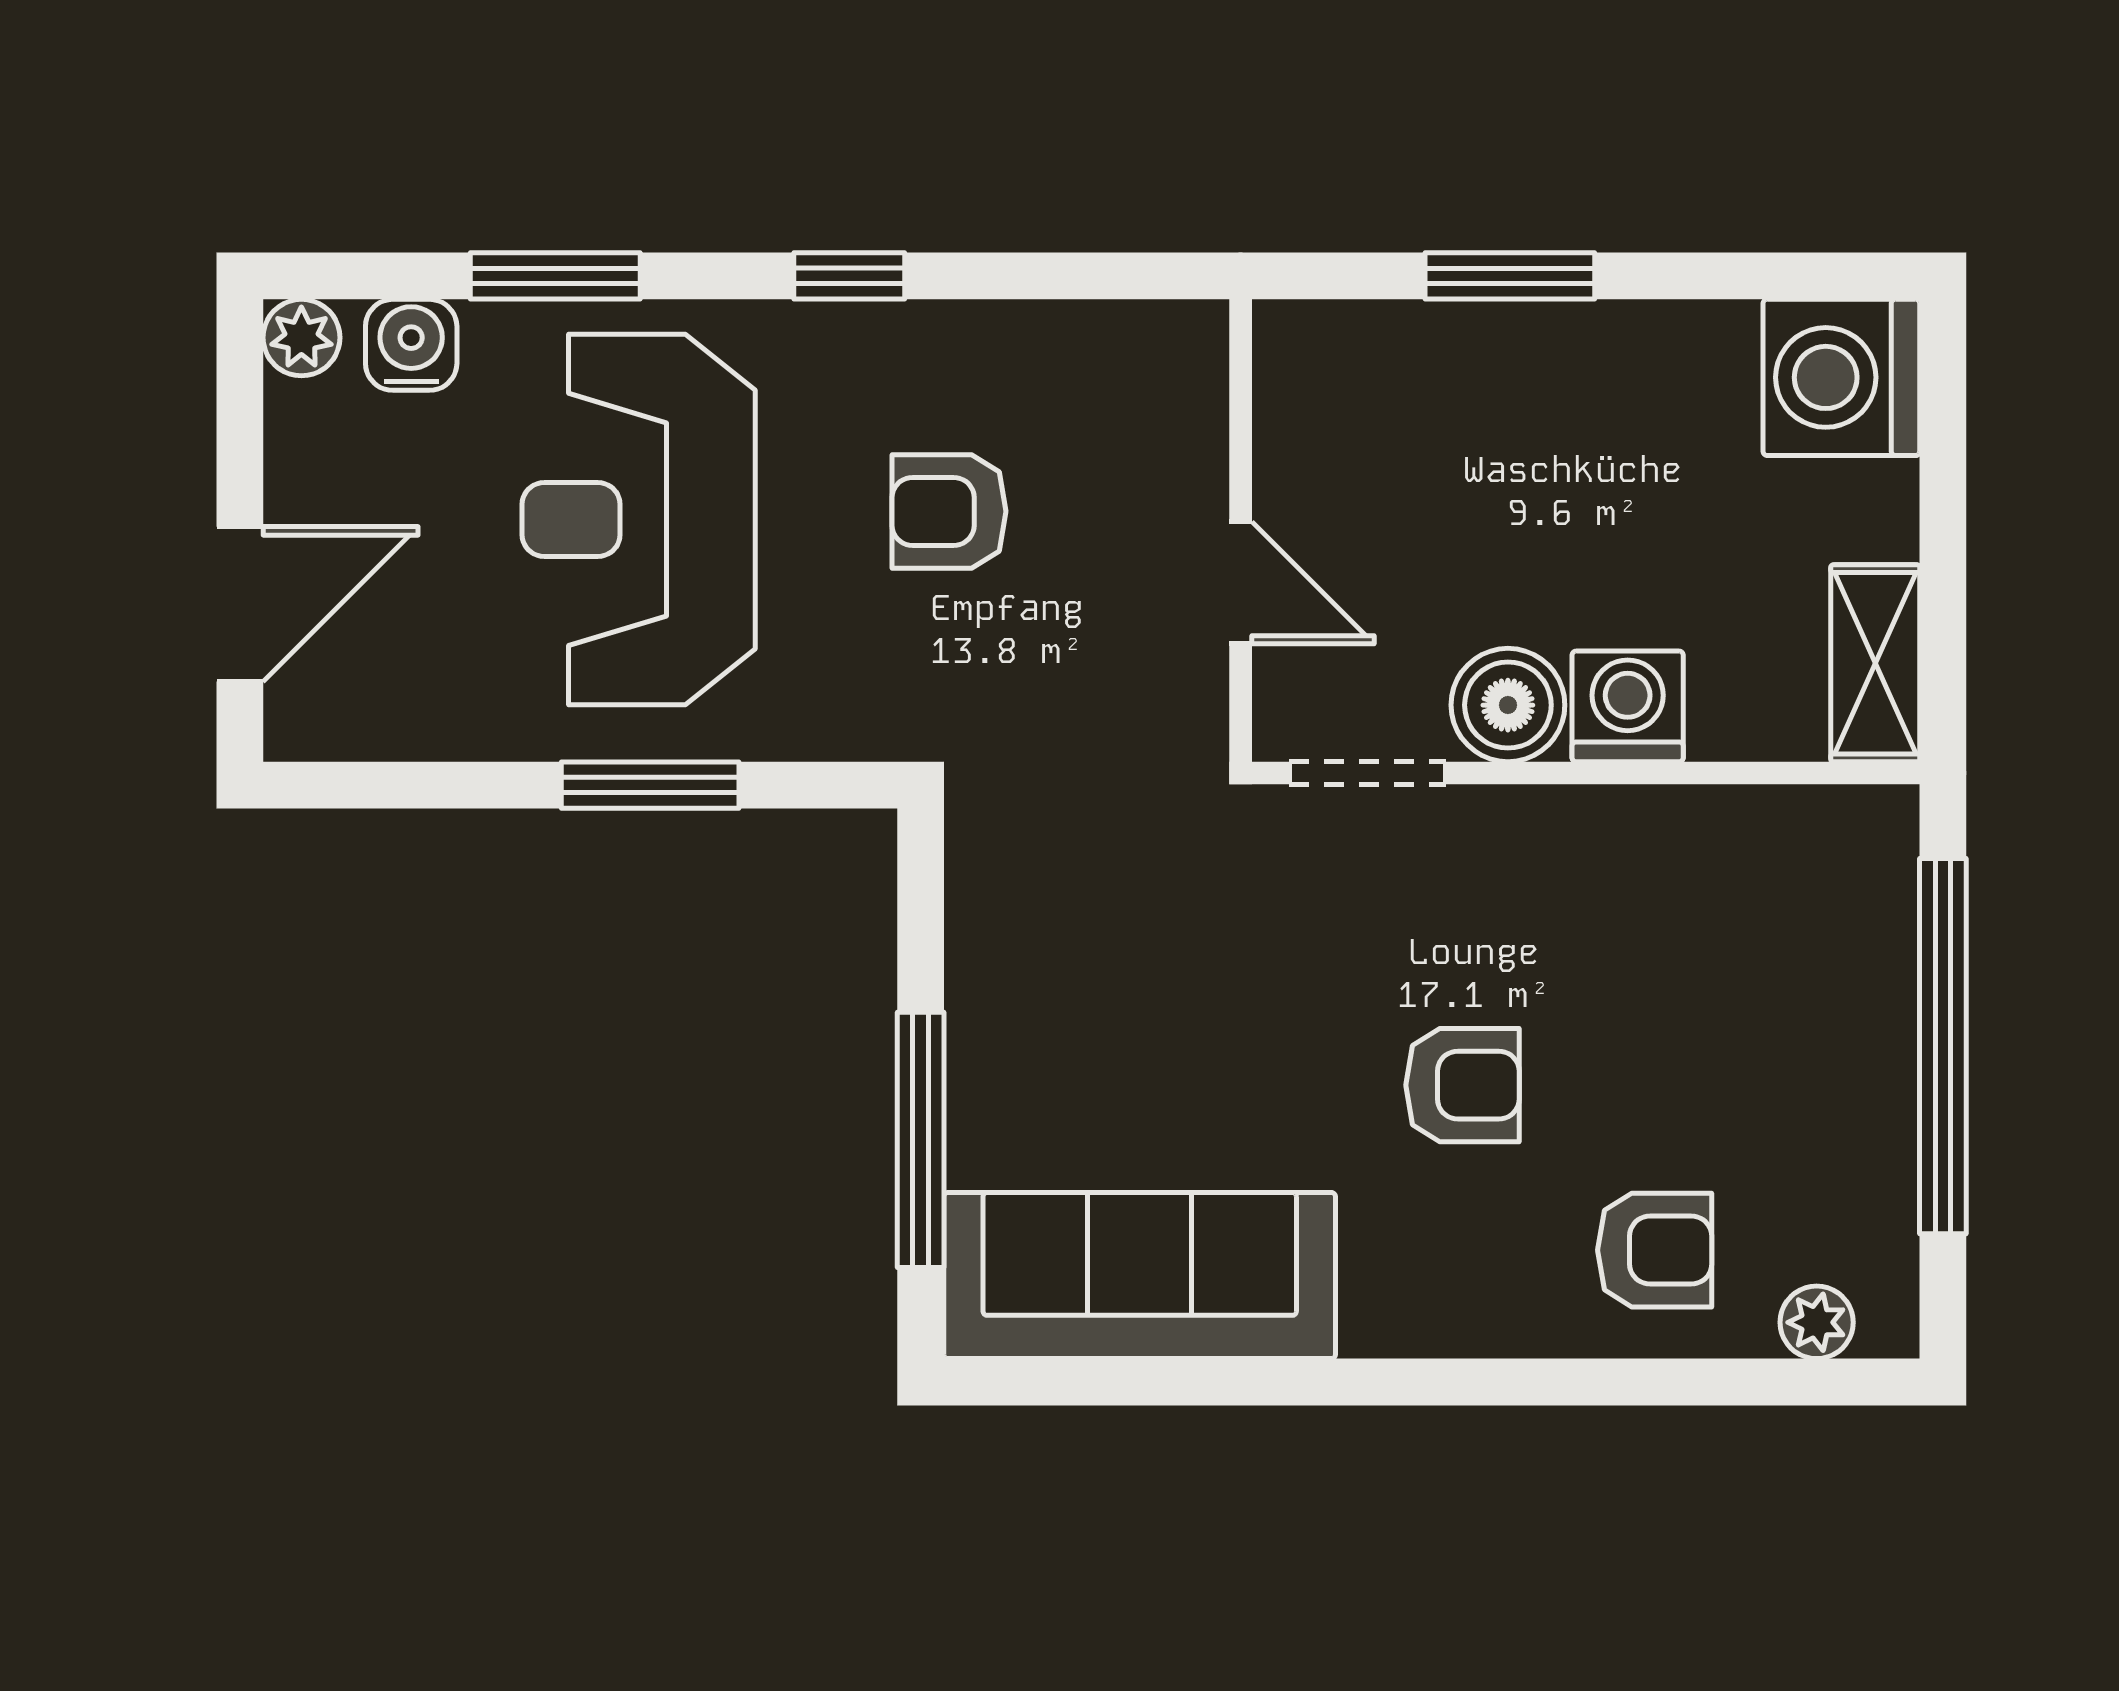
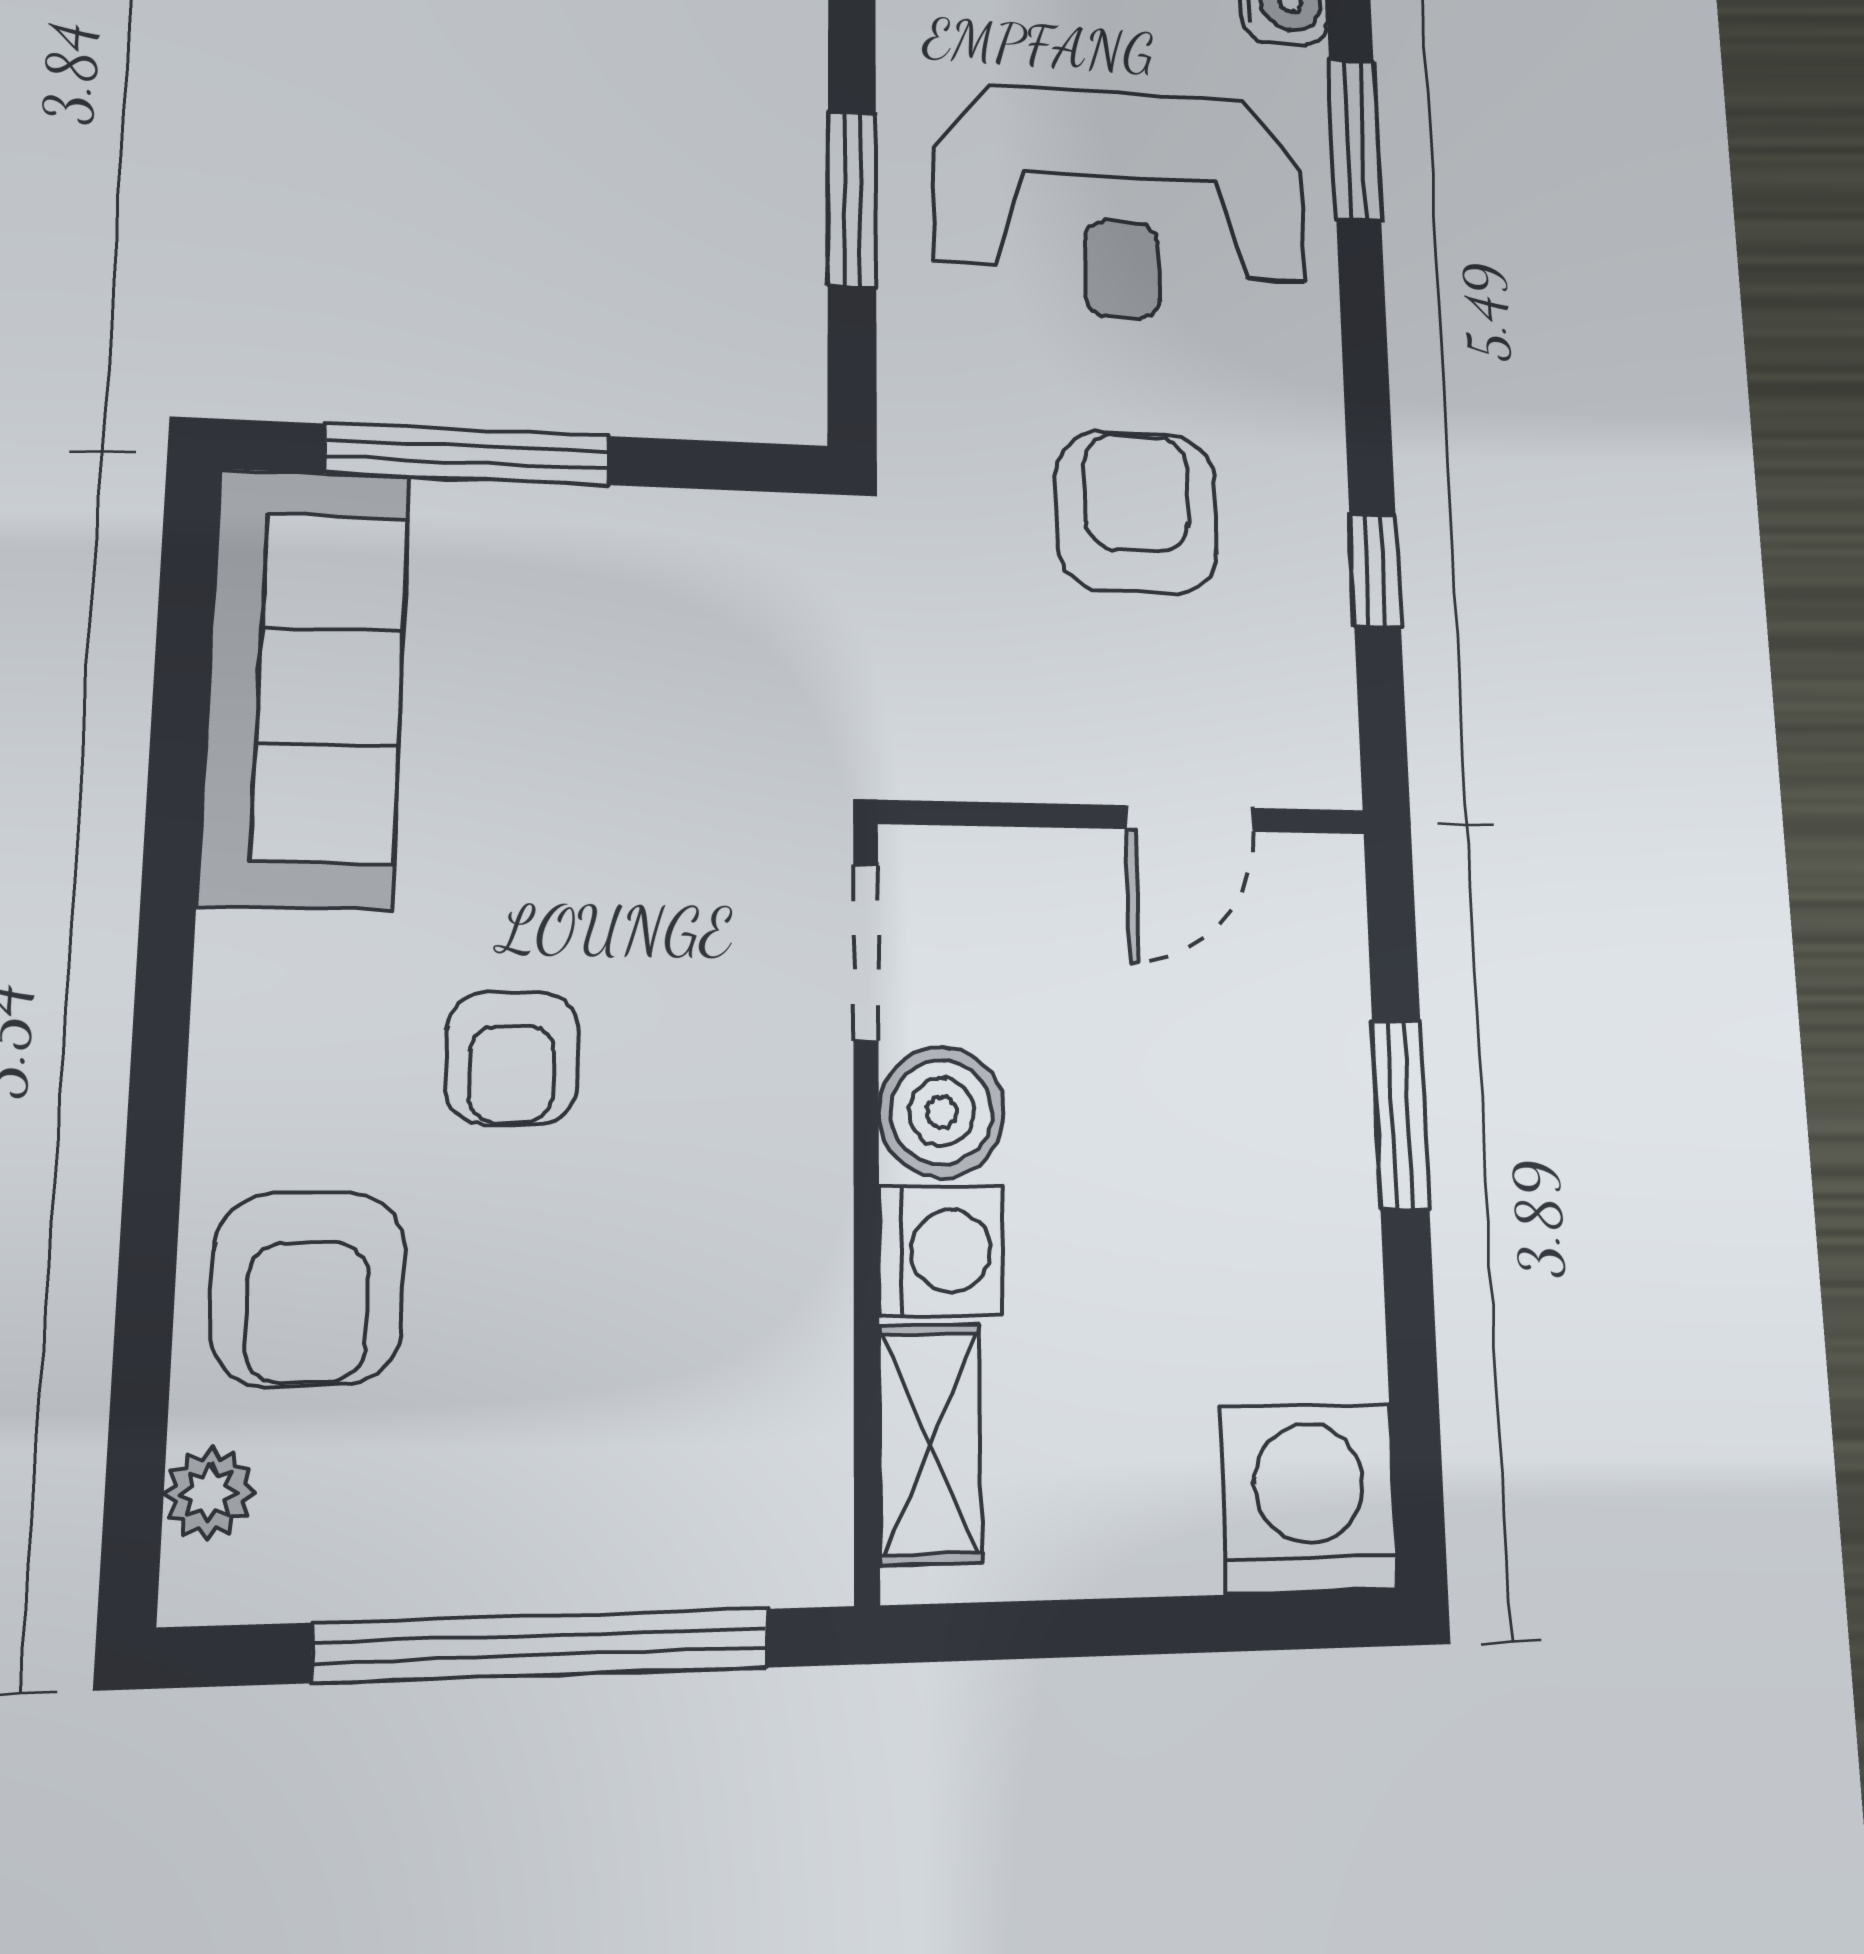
window: (849, 276) -> (1375, 570), moved
armchair: (949, 511) -> (1136, 512), width x1.38, depth x1.38
reception desk: (639, 519) -> (1121, 204), turned 180
door: (1241, 583) -> (1190, 818), moved
shelving: (1875, 663) -> (930, 1444), moved, turned 90
armchair: (1655, 1250) -> (308, 1289), width x1.38, depth x1.38

